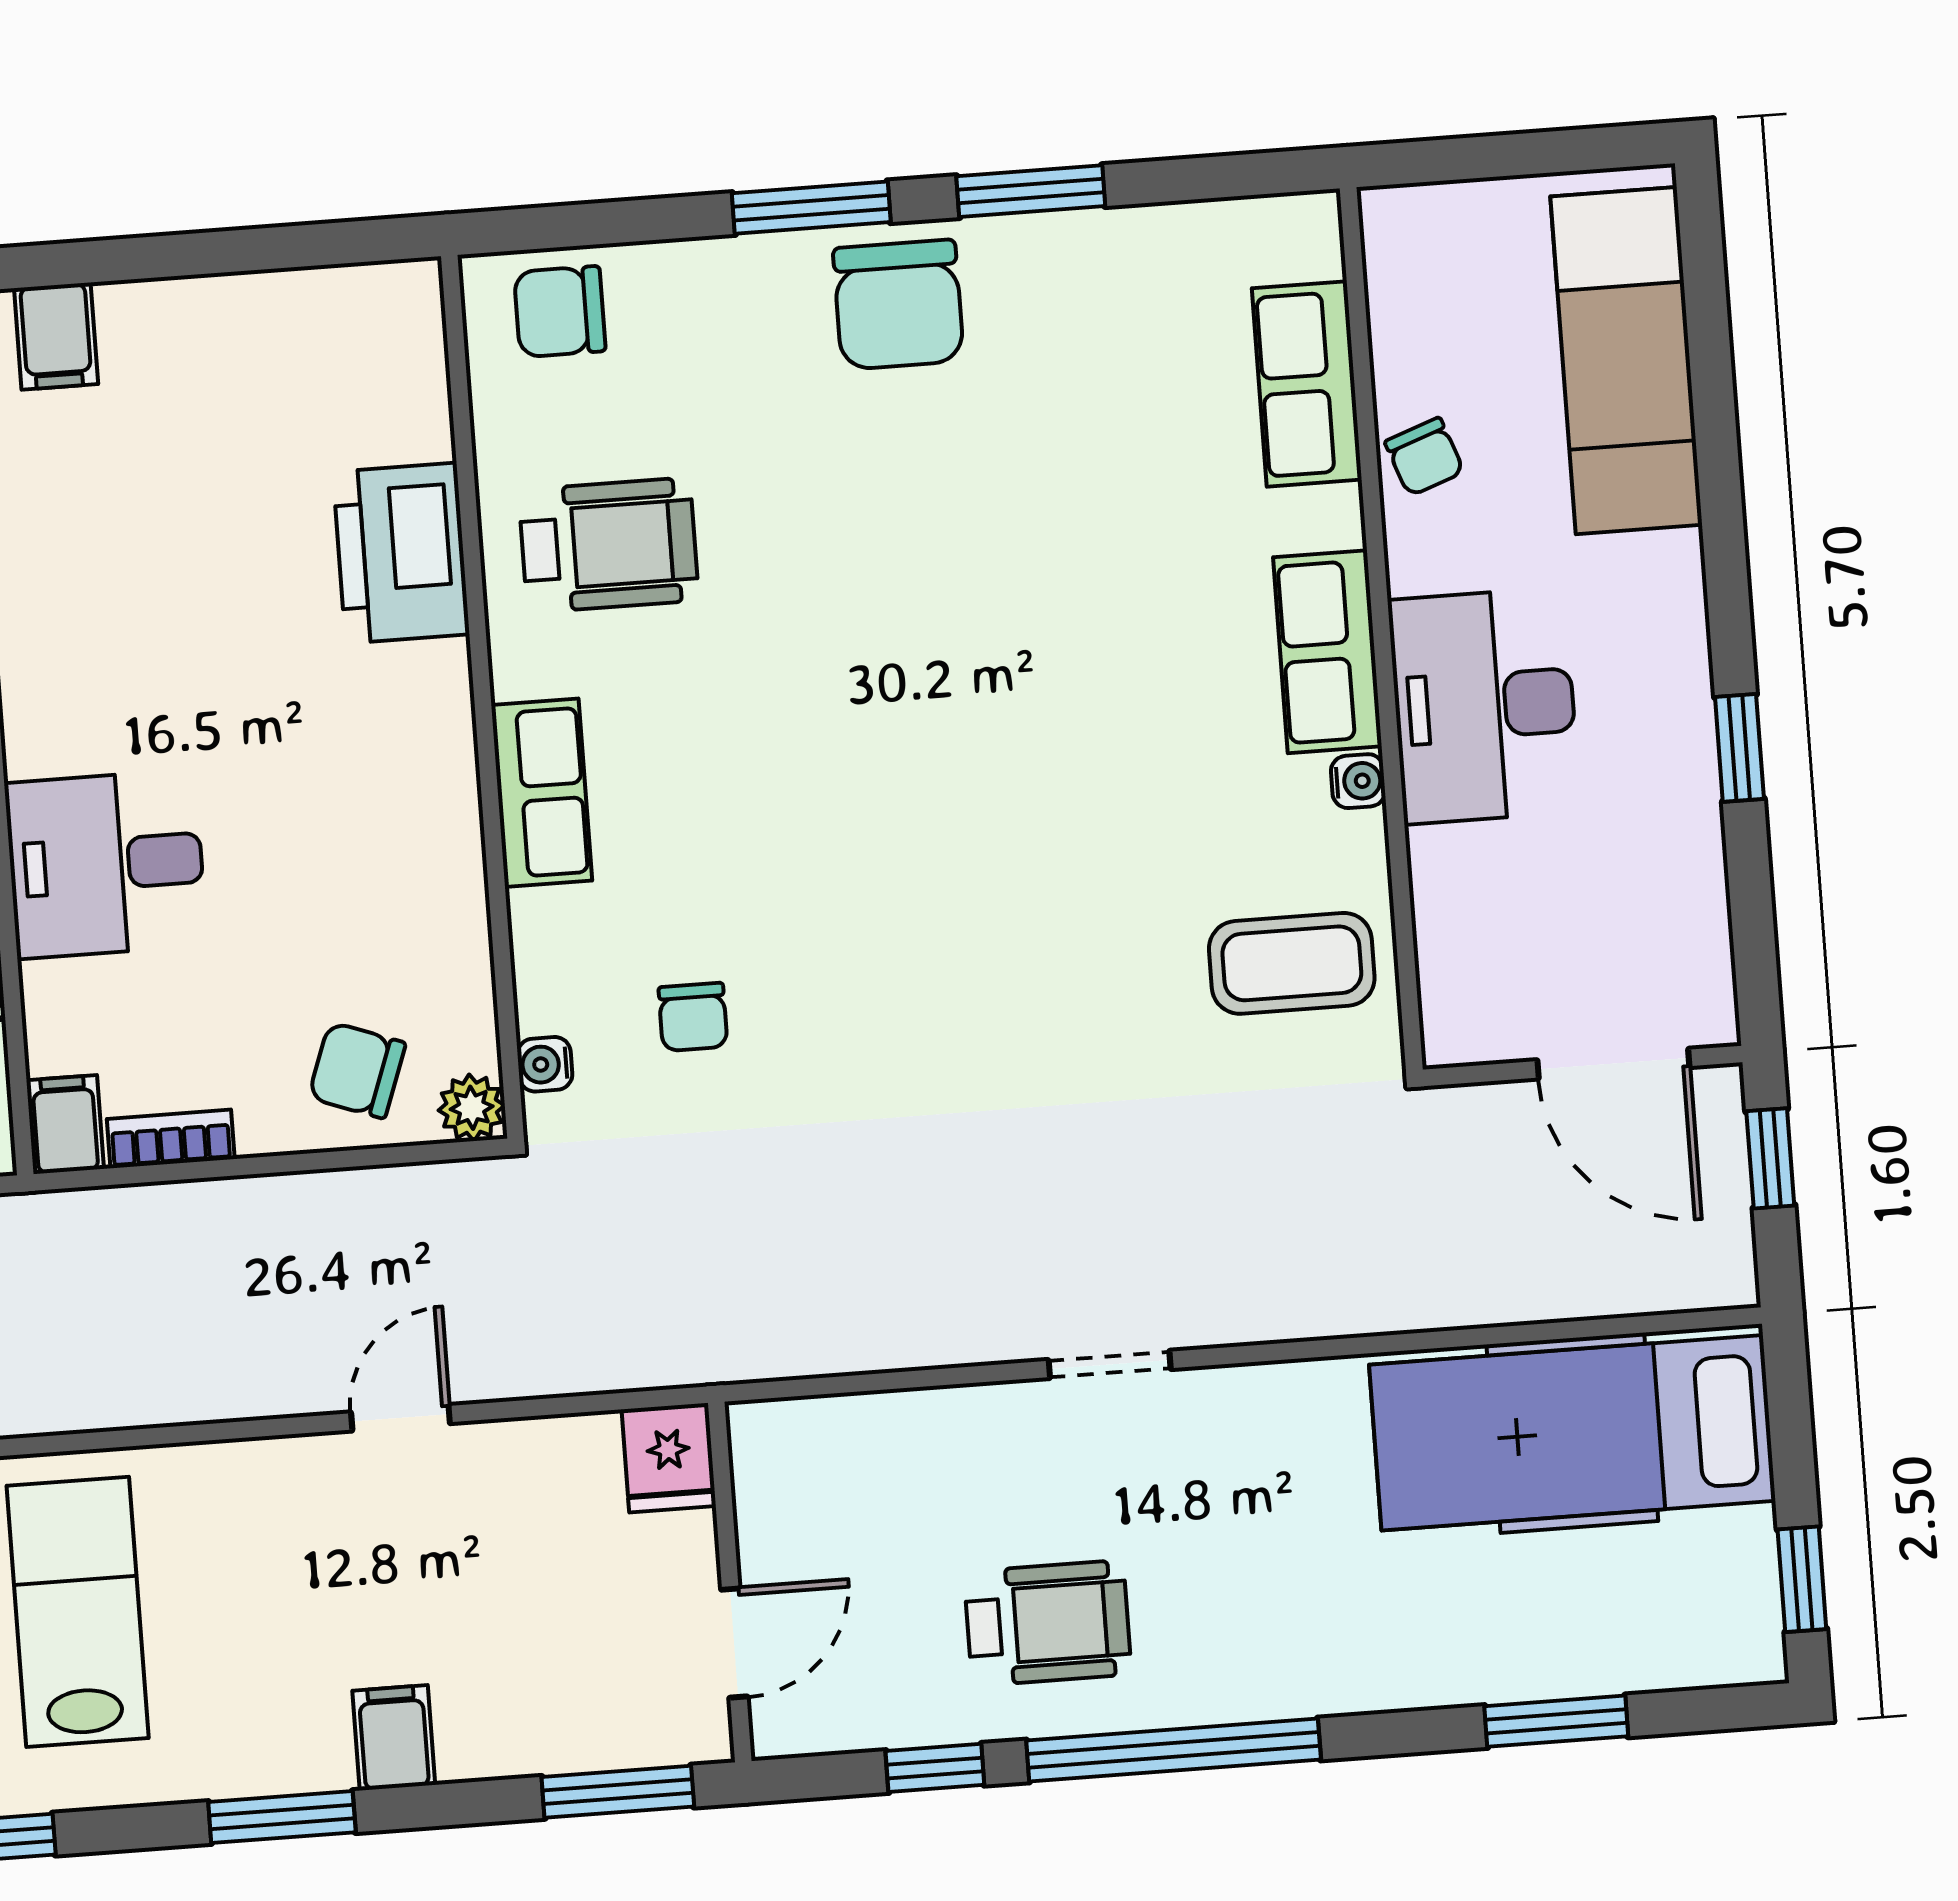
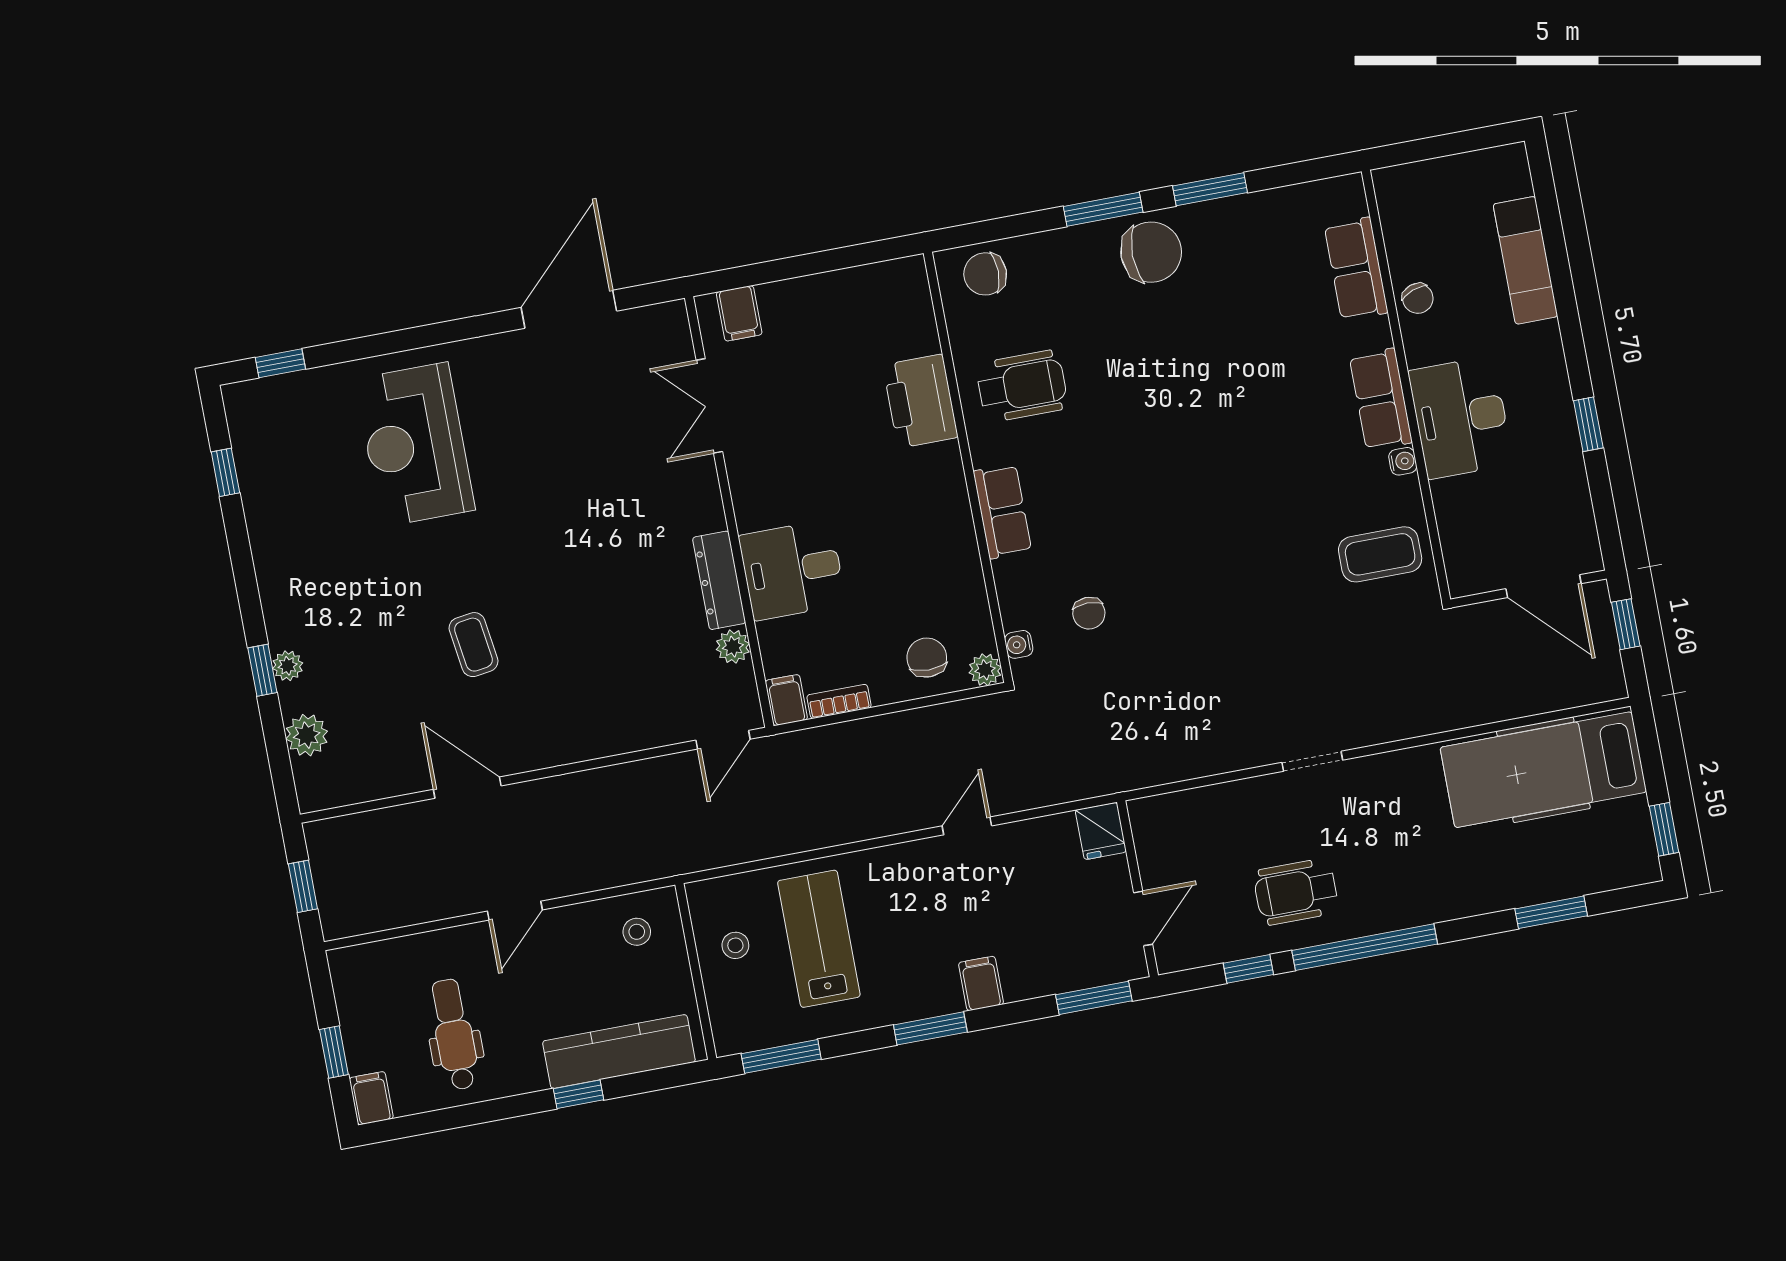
chair: (898, 305) -> (1151, 252), turned -90
exam couch: (1626, 361) -> (1525, 260), width x0.73, depth x0.69
chair: (357, 1070) -> (927, 658), turned 70
wheelchair: (1048, 1623) -> (1296, 892), turned 180

